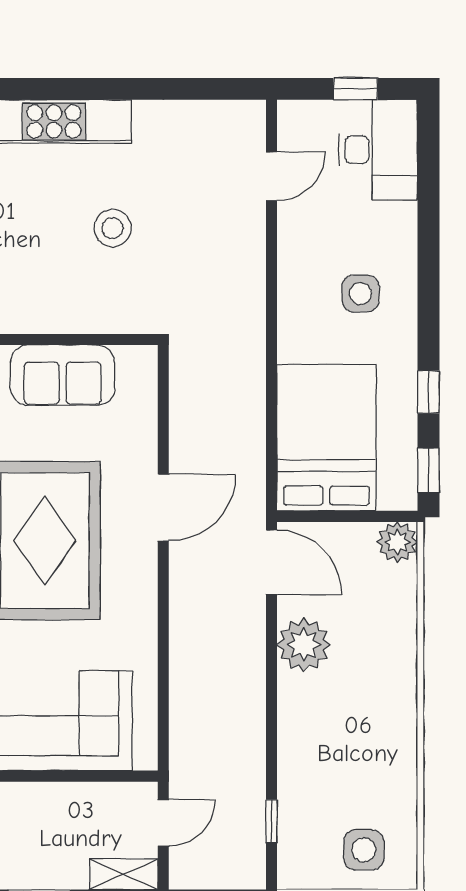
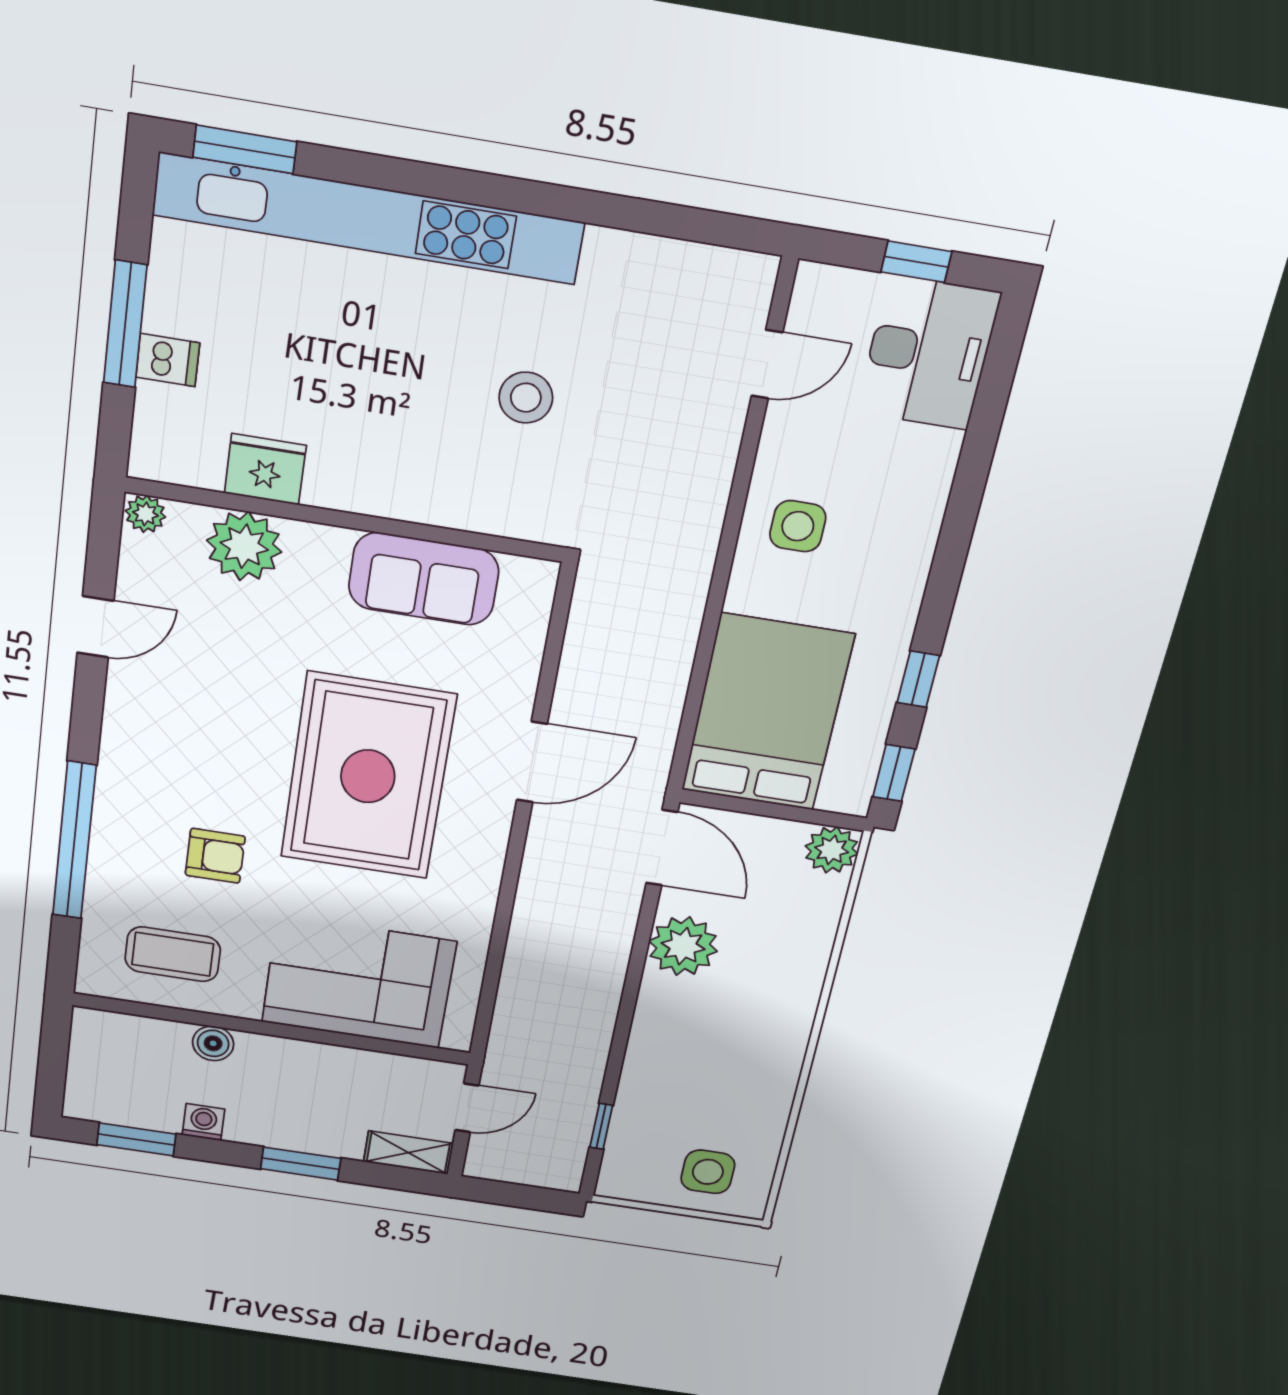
side table: (360, 294) -> (798, 526), moved

